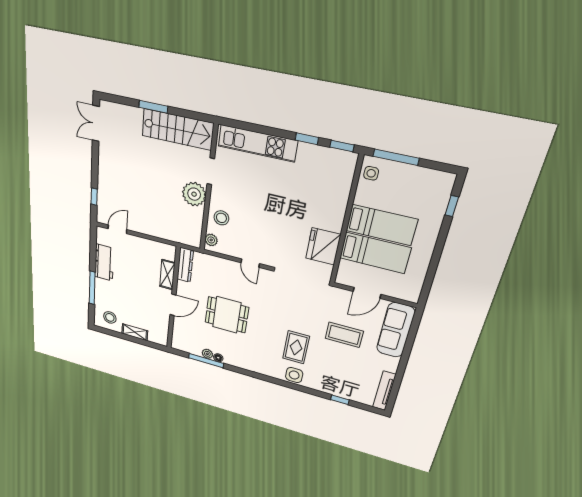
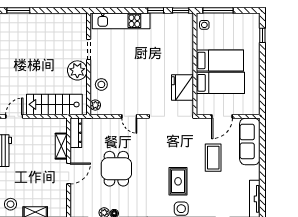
window: (153, 107) -> (18, 10), moved
stairs: (178, 129) -> (54, 104), moved, turned 180
dining table: (227, 315) -> (116, 169), turned 90
coffee table: (344, 335) -> (213, 158), turned 90

